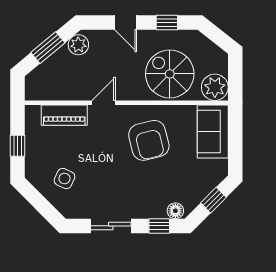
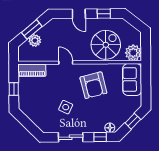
plant: (78, 45) -> (35, 41), moved
spiral stairs: (170, 74) -> (106, 45), turned 90
door: (104, 103) -> (66, 63), hinge flipped
piano: (64, 115) -> (32, 70), moved
side table: (65, 179) -> (66, 107), moved

